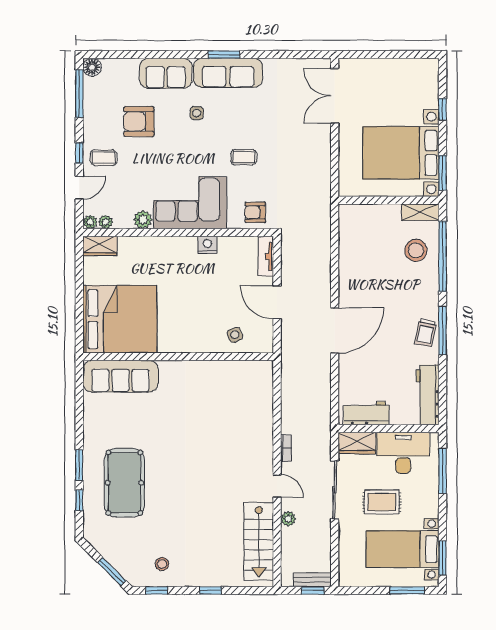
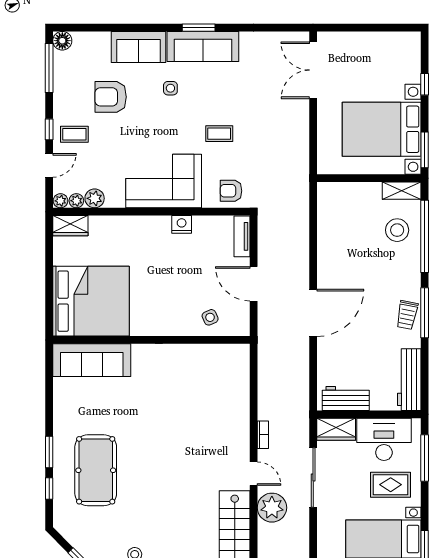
plant: (143, 220) -> (95, 198), moved
rug: (382, 502) -> (391, 485), moved
plant: (288, 519) -> (272, 508), width x1.88, depth x1.88

